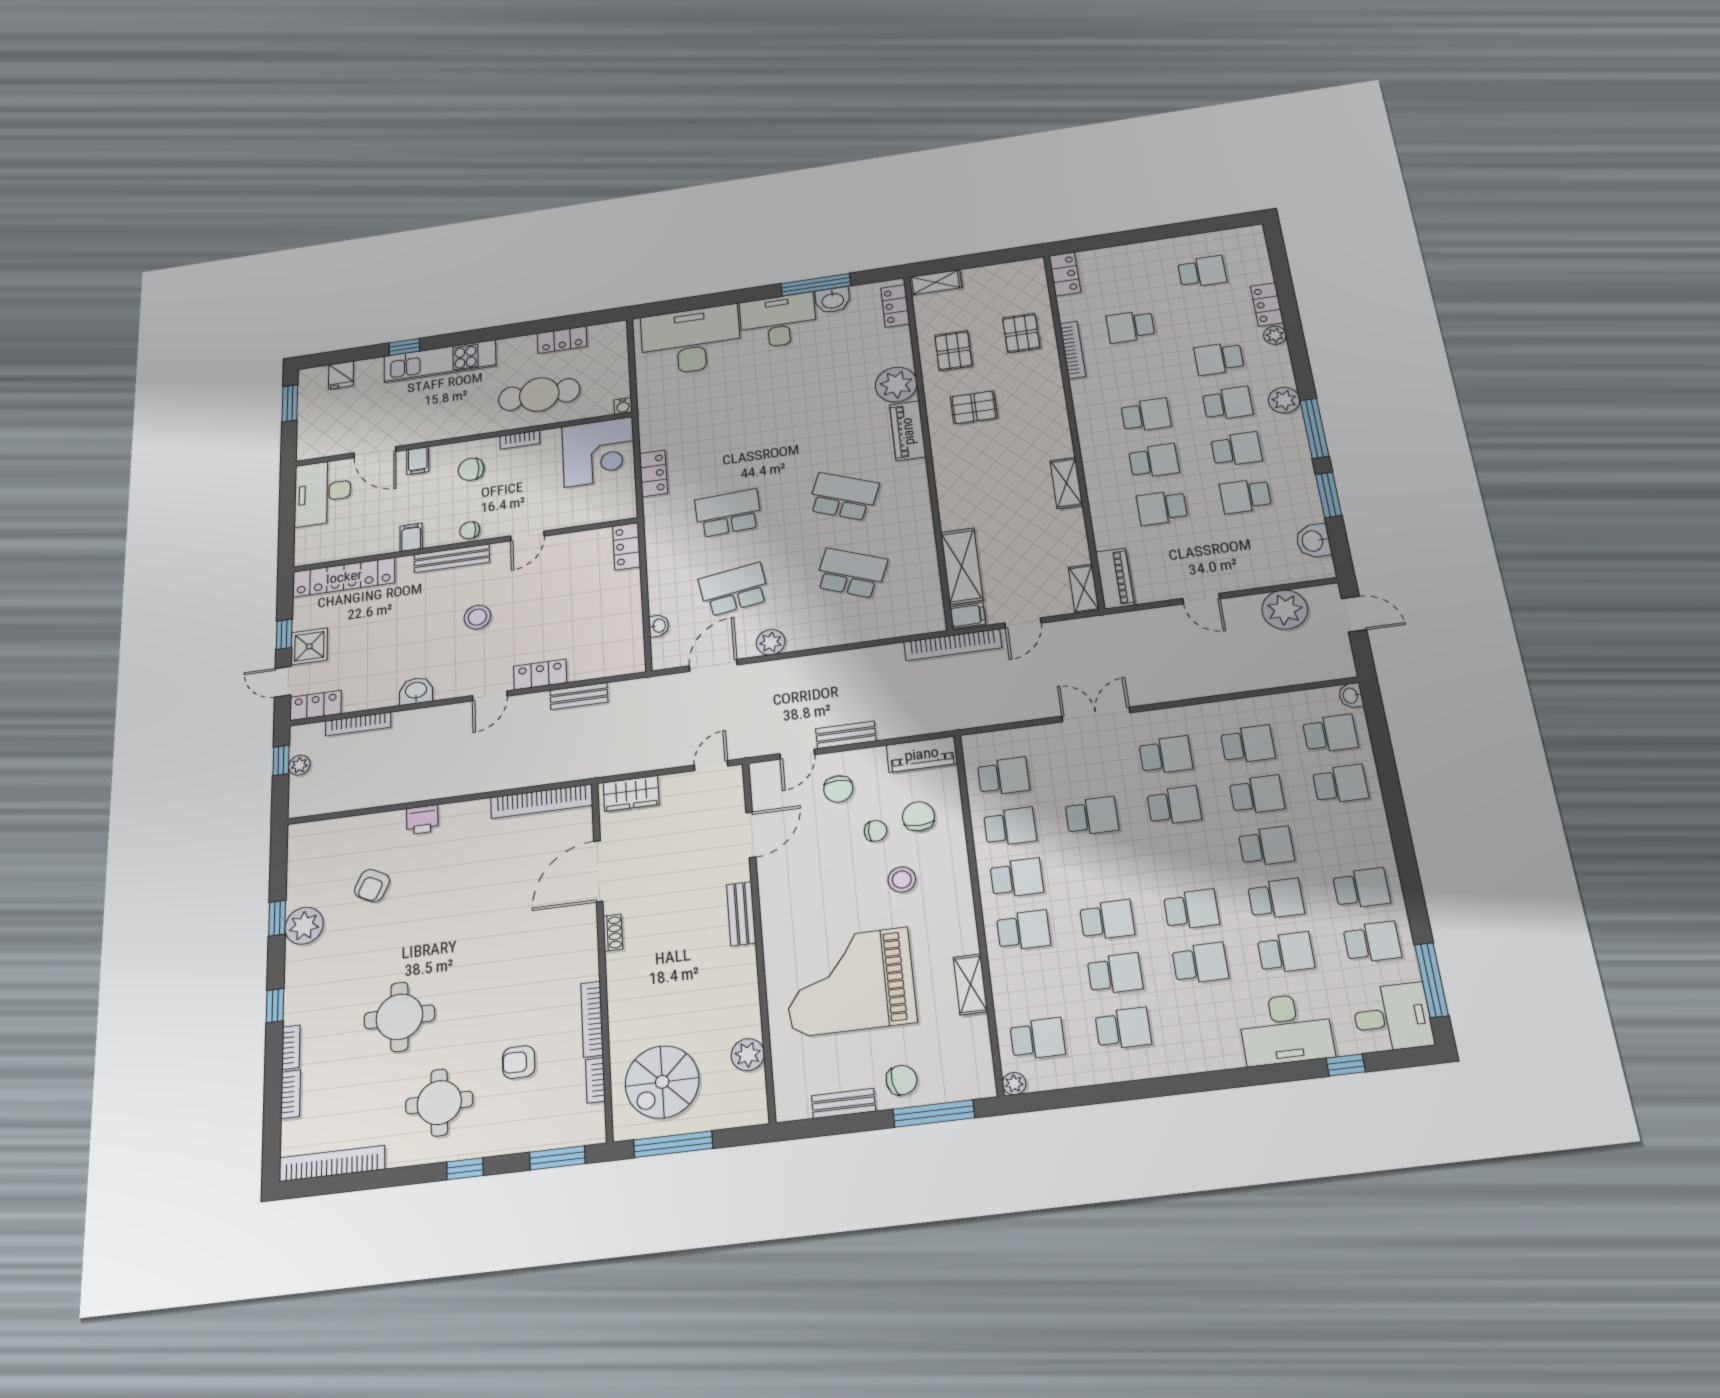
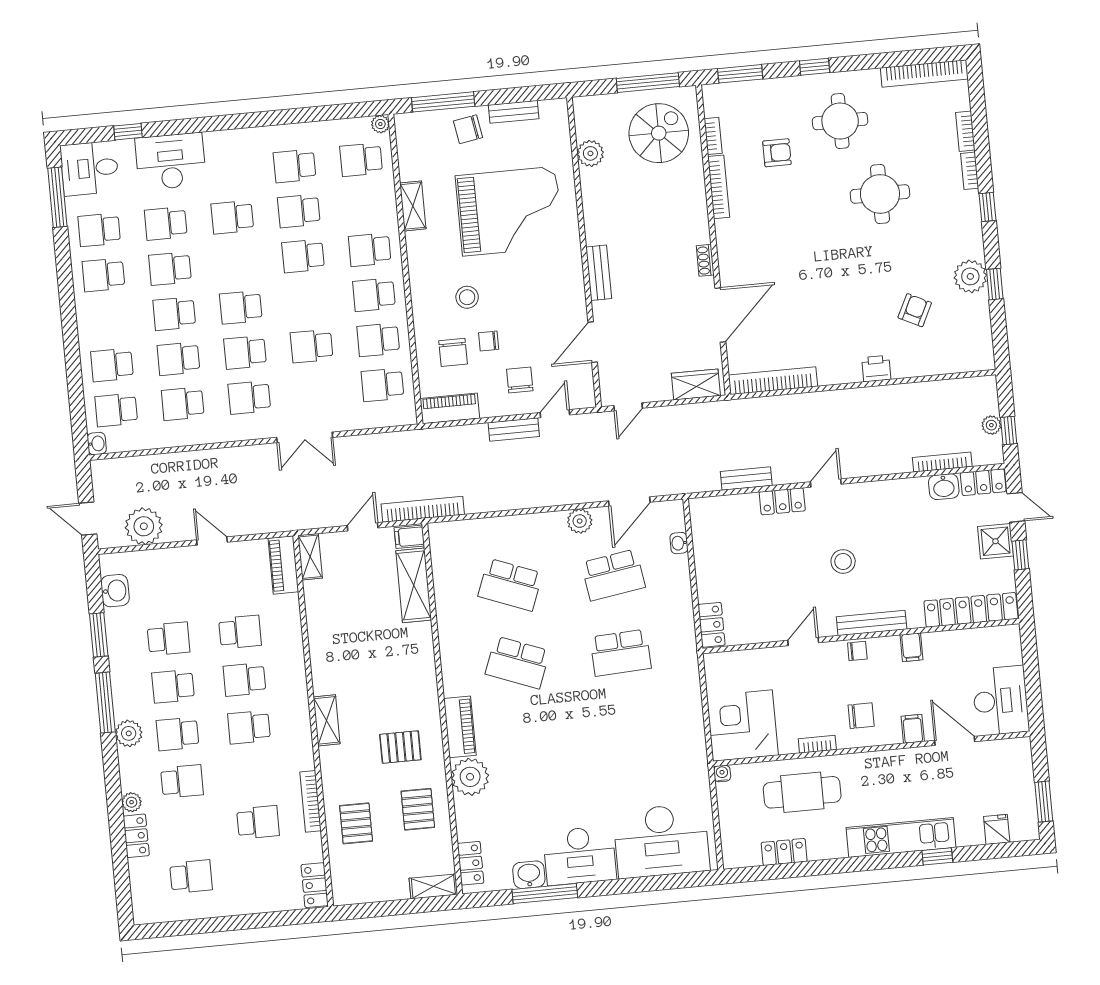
school desk: (1202, 272) -> (191, 877), turned 180
locker: (653, 473) -> (690, 699), removed
shelving: (1066, 483) -> (327, 720), moved
washbasin: (416, 691) -> (944, 487), moved
school desk: (1191, 909) -> (241, 307), moved

